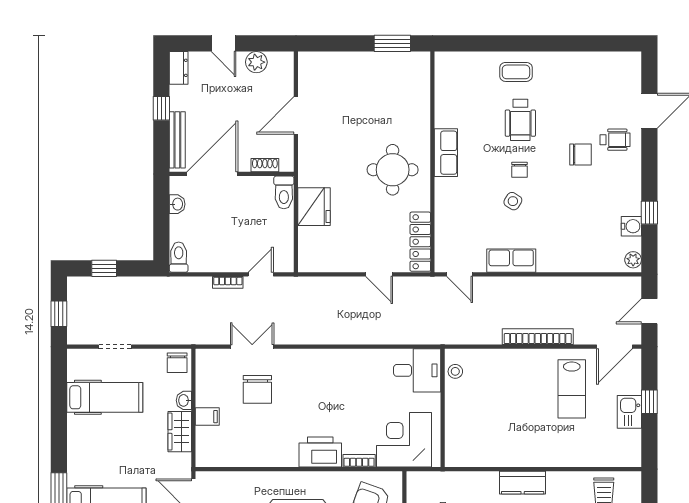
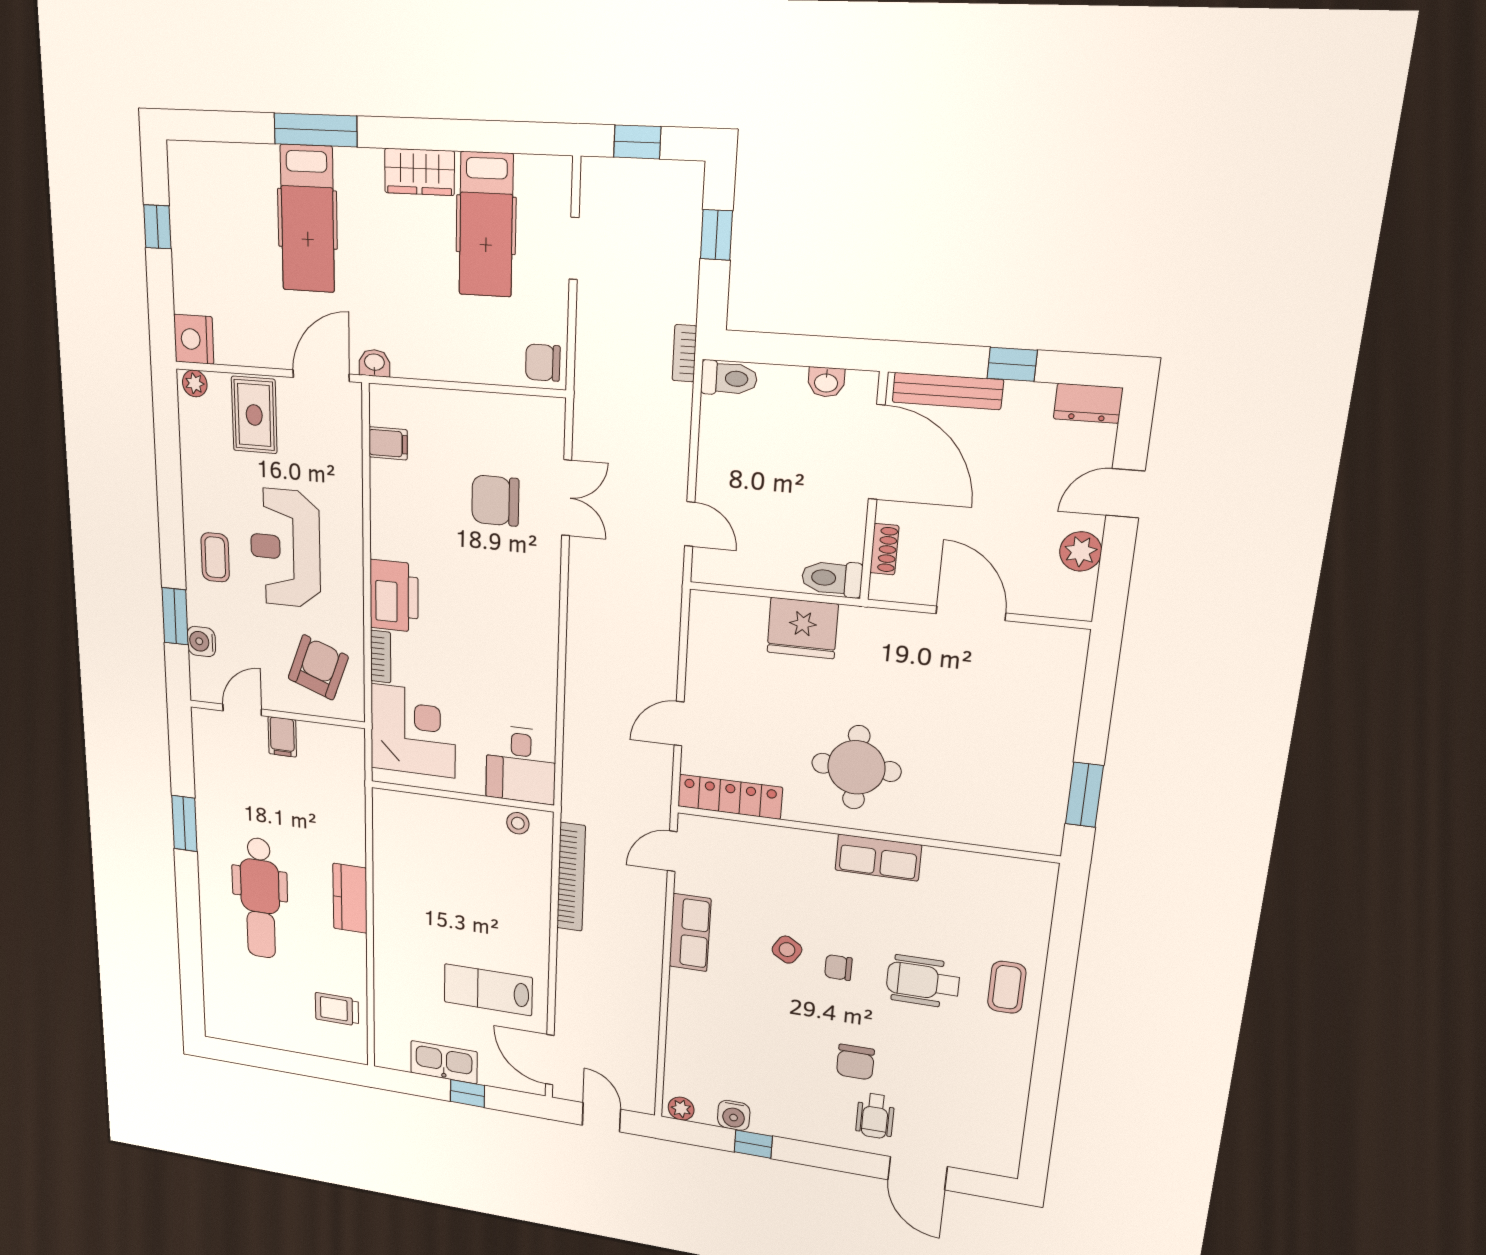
bookcase: (228, 282) -> (684, 353), moved
bookcase: (538, 337) -> (571, 877), moved
washbasin: (184, 400) -> (374, 363), moved
kitchen sink: (629, 412) -> (444, 1062), width x1.38
filing cabinet: (207, 417) -> (388, 443), moved, turned -90
wardrobe: (180, 432) -> (419, 172), moved, turned 180

